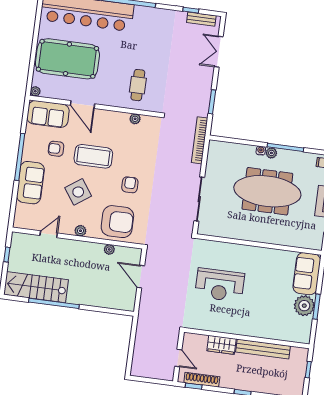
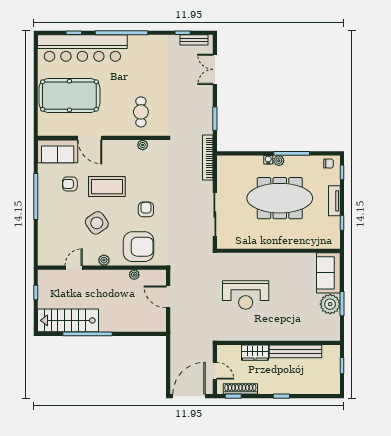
plant: (35, 91) -> (43, 131), removed
sofa: (30, 183) -> (49, 220), removed
door: (149, 380) -> (189, 396), added

